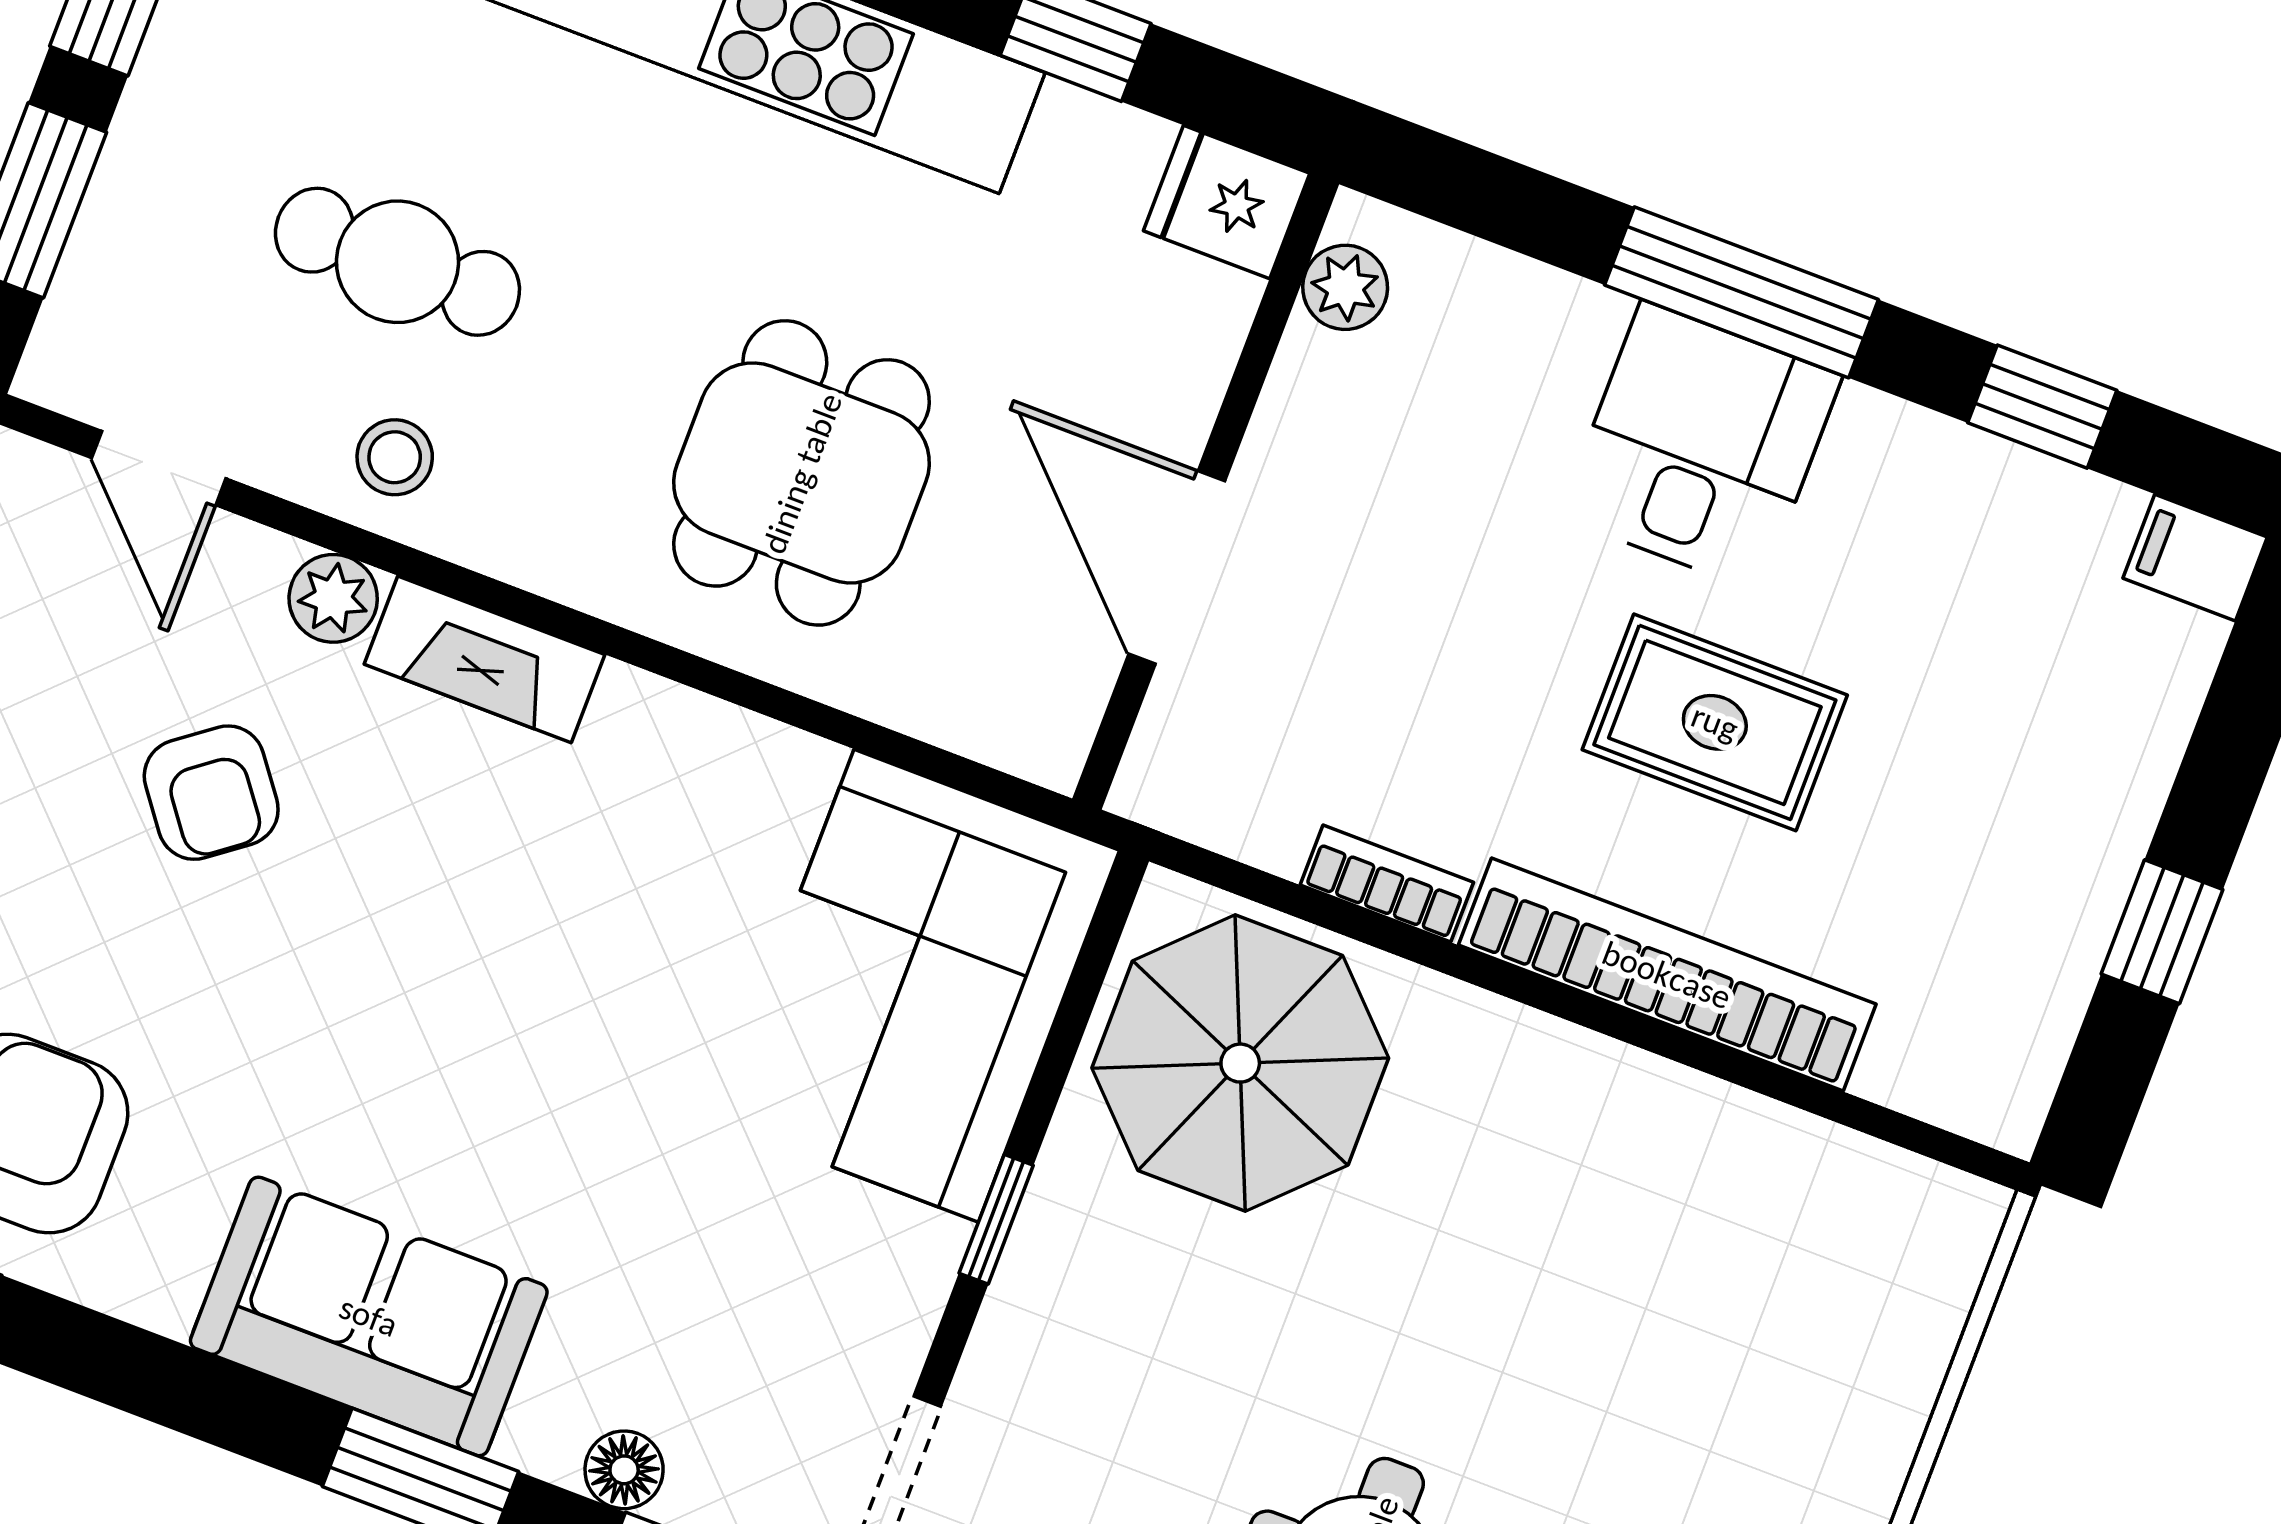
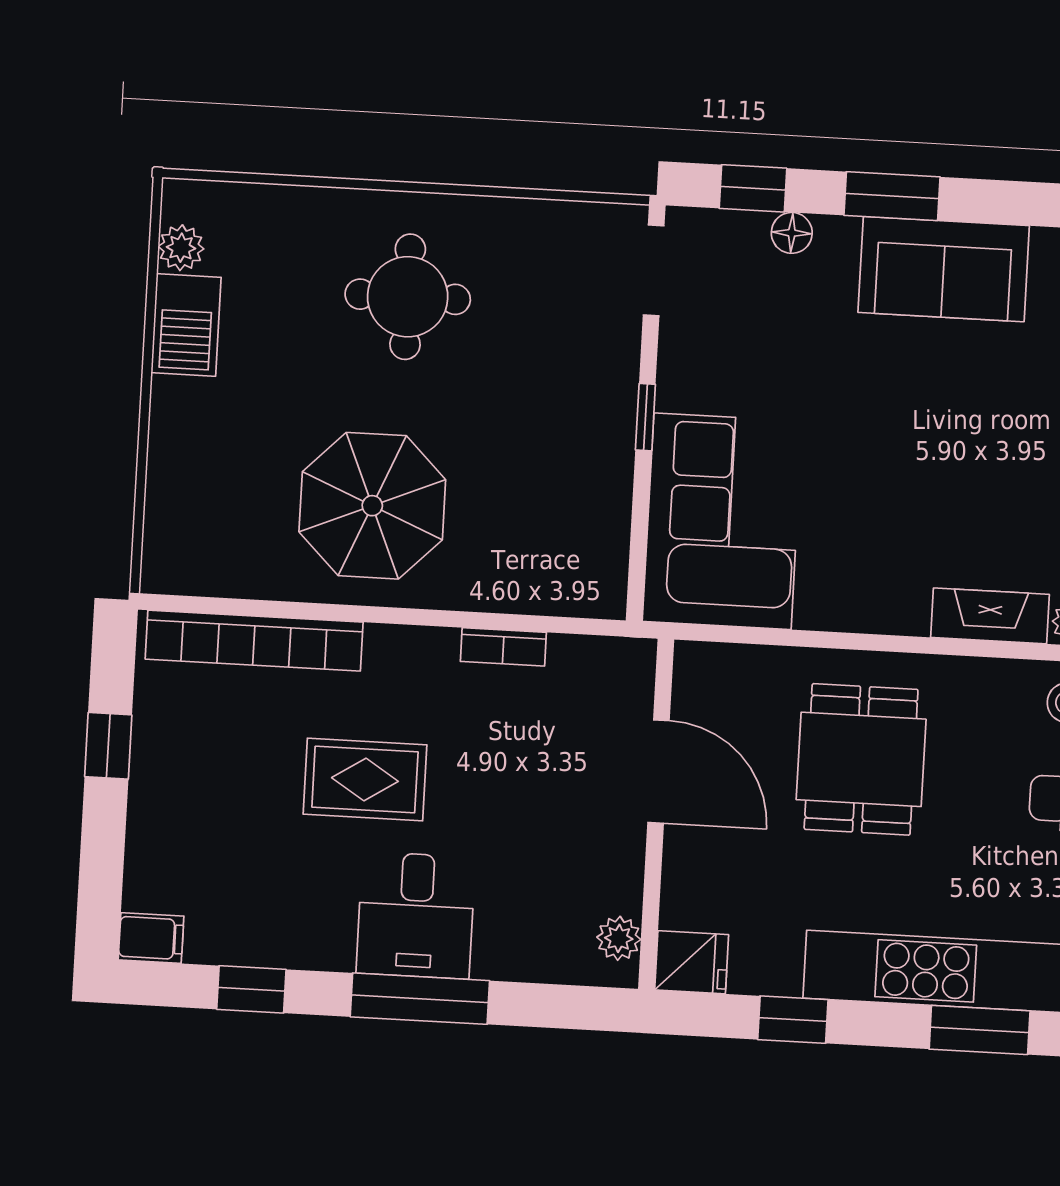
bookcase: (1667, 975) -> (254, 641), moved
parasol: (1240, 1063) -> (372, 506), moved

